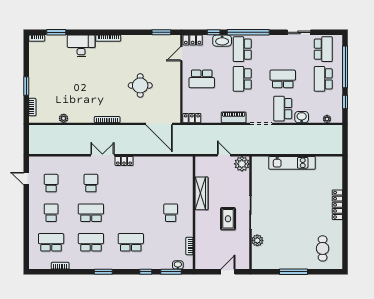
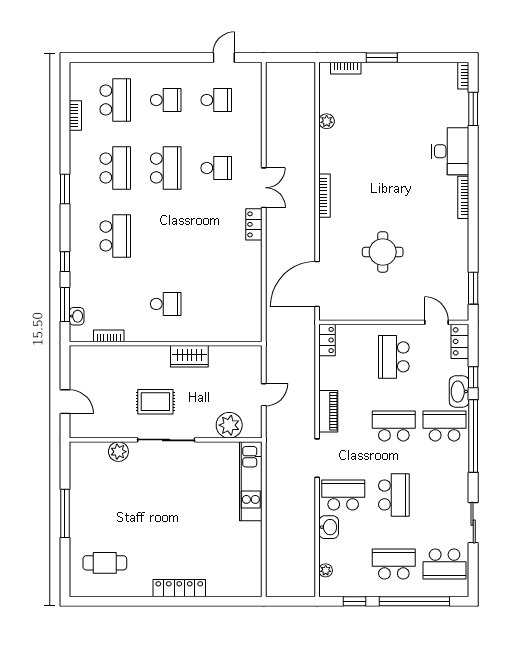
kitchen unit: (292, 163) -> (251, 481), moved
plant: (242, 164) -> (229, 425), moved
wardrobe: (201, 193) -> (189, 356), width x0.67

